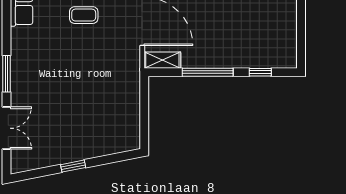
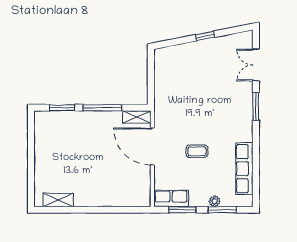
window: (260, 72) -> (62, 108), width x1.50

